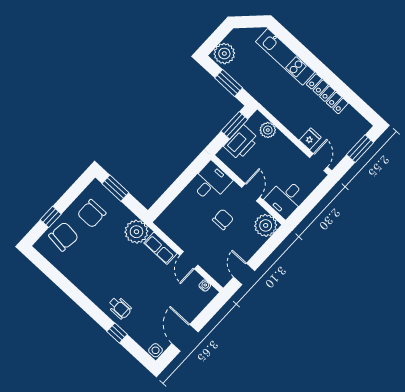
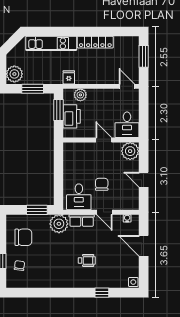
fridge: (310, 139) -> (69, 77), moved
desk: (211, 182) -> (79, 197), moved, turned 180
window: (115, 188) -> (37, 210), moved
chair: (92, 214) -> (23, 237), turned -90
chair: (223, 219) -> (102, 184), moved
chair: (64, 237) -> (19, 266), width x0.54, depth x0.54
door: (244, 274) -> (144, 180), moved
wheelchair: (120, 308) -> (87, 260), moved
door: (185, 338) -> (144, 246), moved

